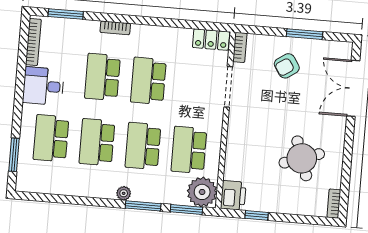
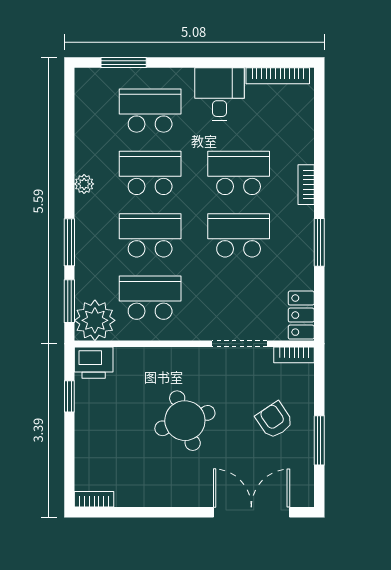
window: (66, 14) -> (319, 242), moved
round table: (302, 158) -> (185, 421), moved
plant: (124, 193) -> (84, 184), moved

